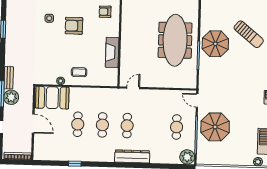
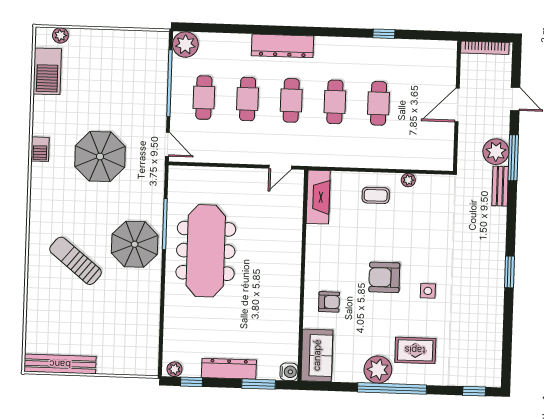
armchair: (74, 26) -> (384, 277), turned 180
fireplace: (112, 52) -> (318, 197), moved
booth: (52, 98) -> (423, 151), removed
door: (33, 124) -> (457, 105), hinge flipped
cafe table: (152, 126) -> (248, 99), added
parasol: (215, 127) -> (100, 156), moved

